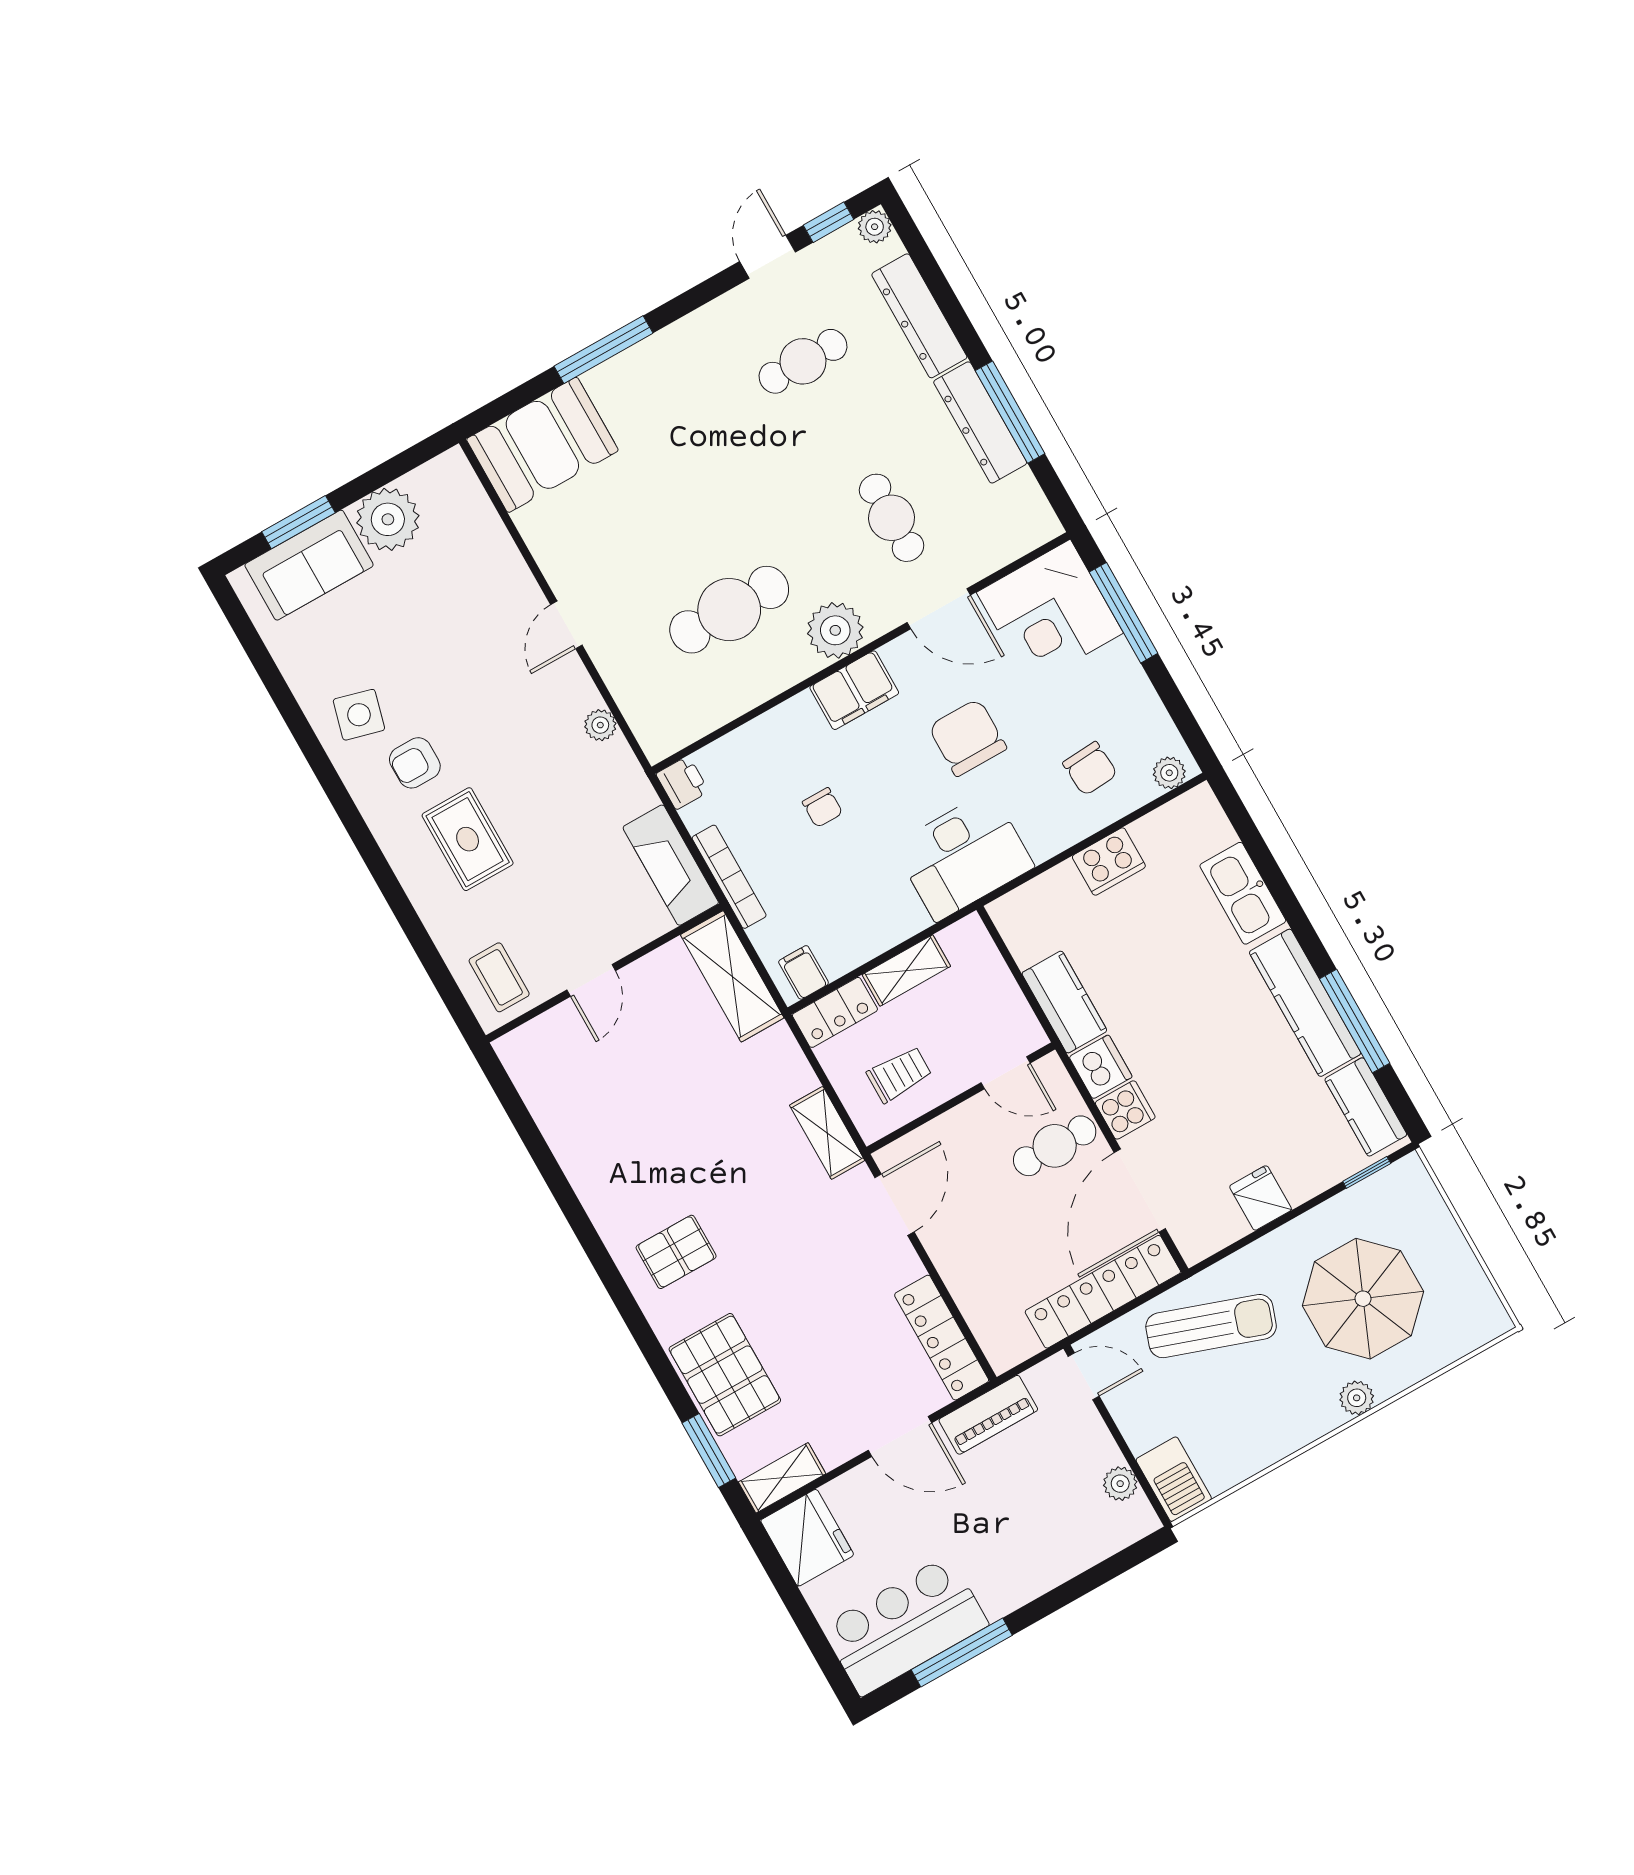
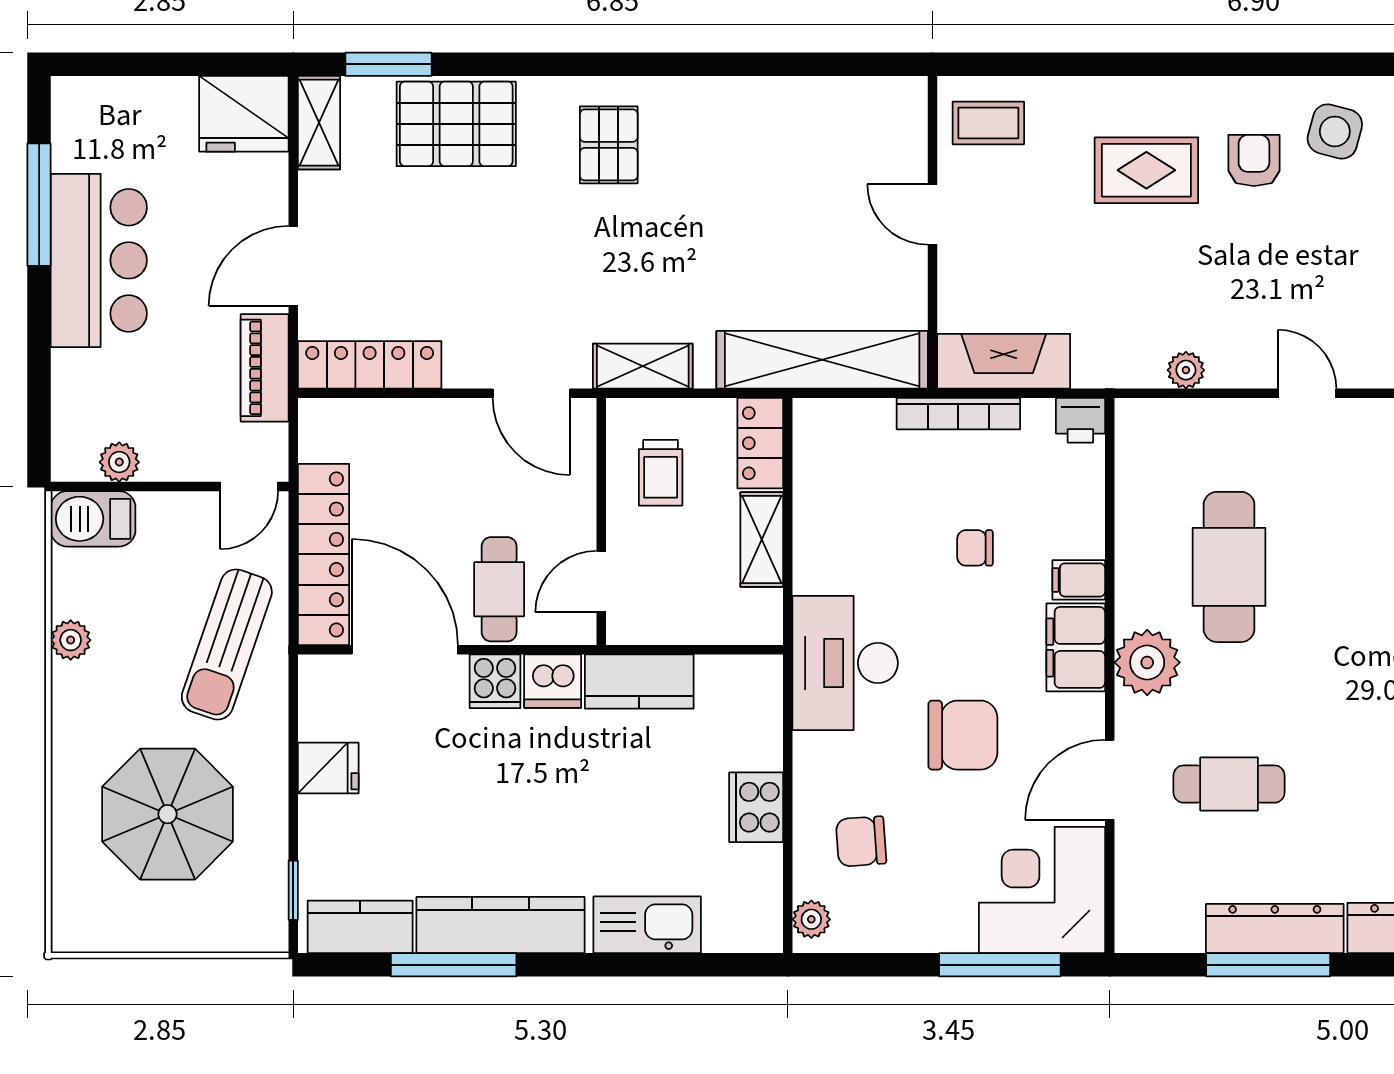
filing cabinet: (804, 972) -> (1079, 580), moved, turned 180
shelving: (732, 976) -> (822, 360), width x1.47
plant: (1357, 1398) -> (71, 640), moved
bar counter: (905, 1626) -> (99, 260), moved

